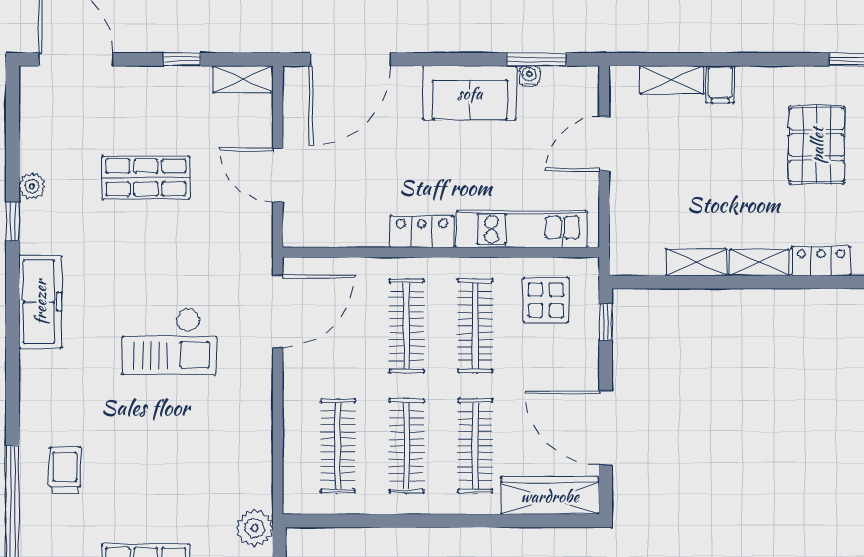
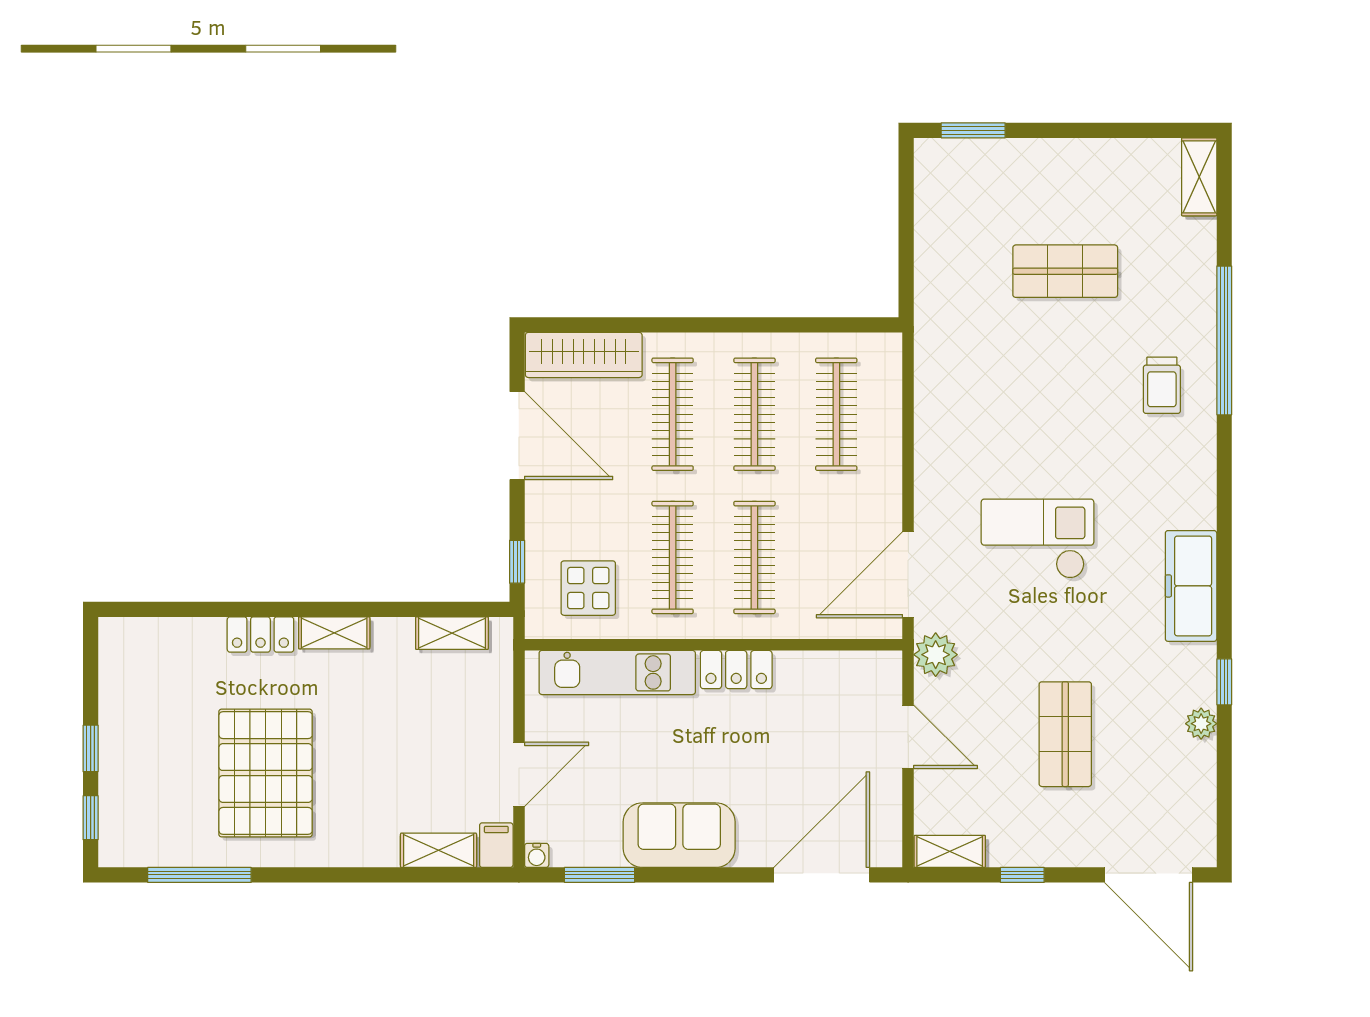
water cooler: (529, 76) -> (537, 855), moved
filing cabinet: (720, 84) -> (496, 845), moved
pallet: (817, 145) -> (266, 773), width x1.37, depth x1.41
shop shelf: (146, 178) -> (1065, 734), turned 90
shelving: (696, 262) -> (452, 633), moved
plant: (255, 528) -> (936, 655), moved

